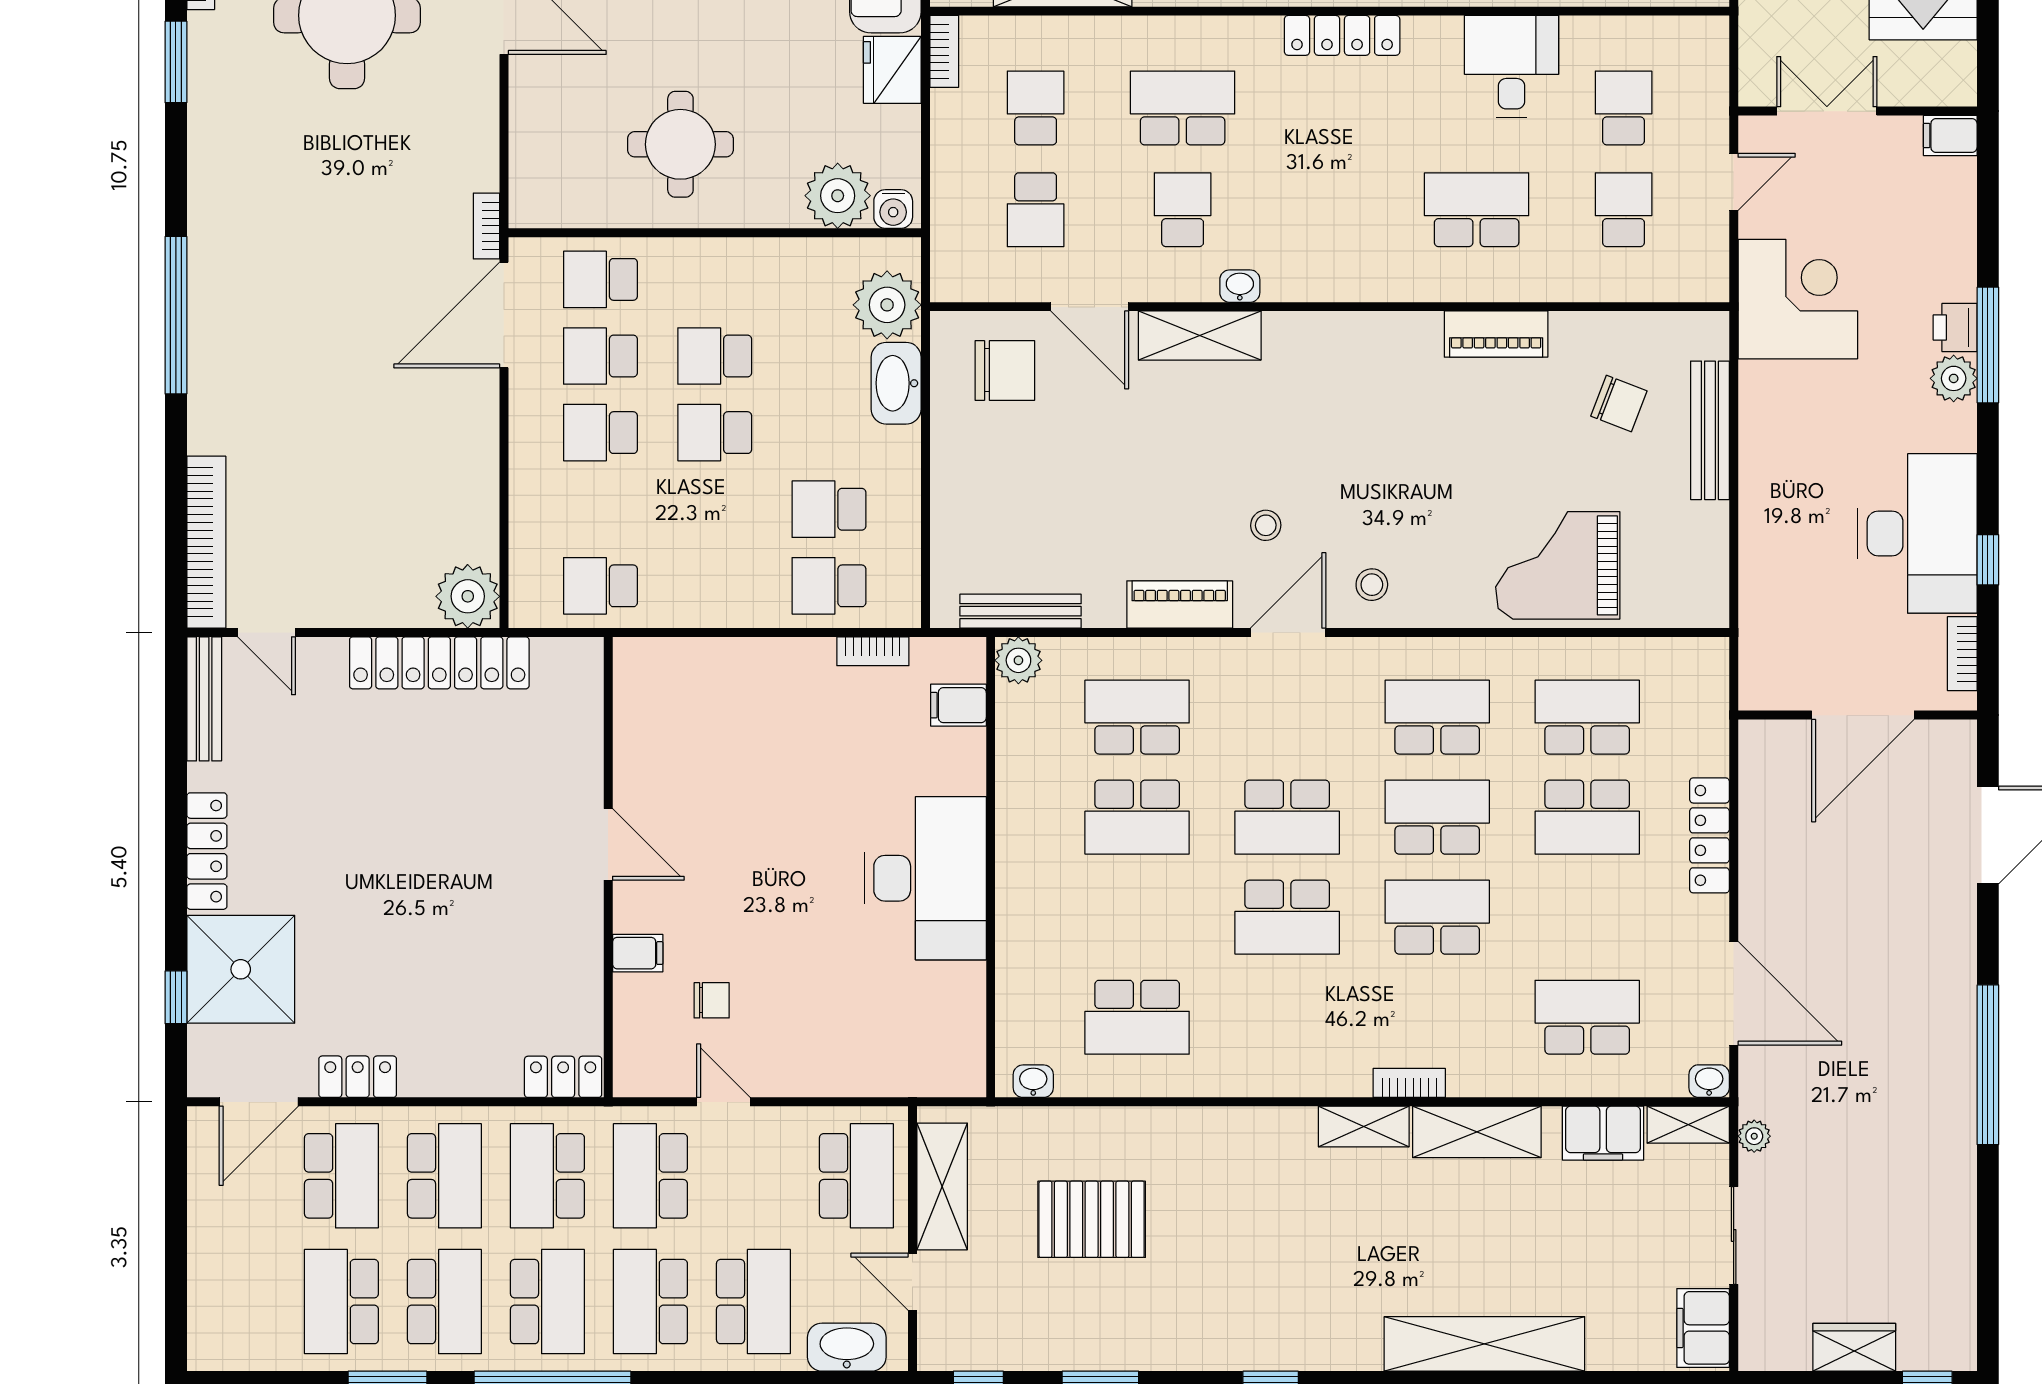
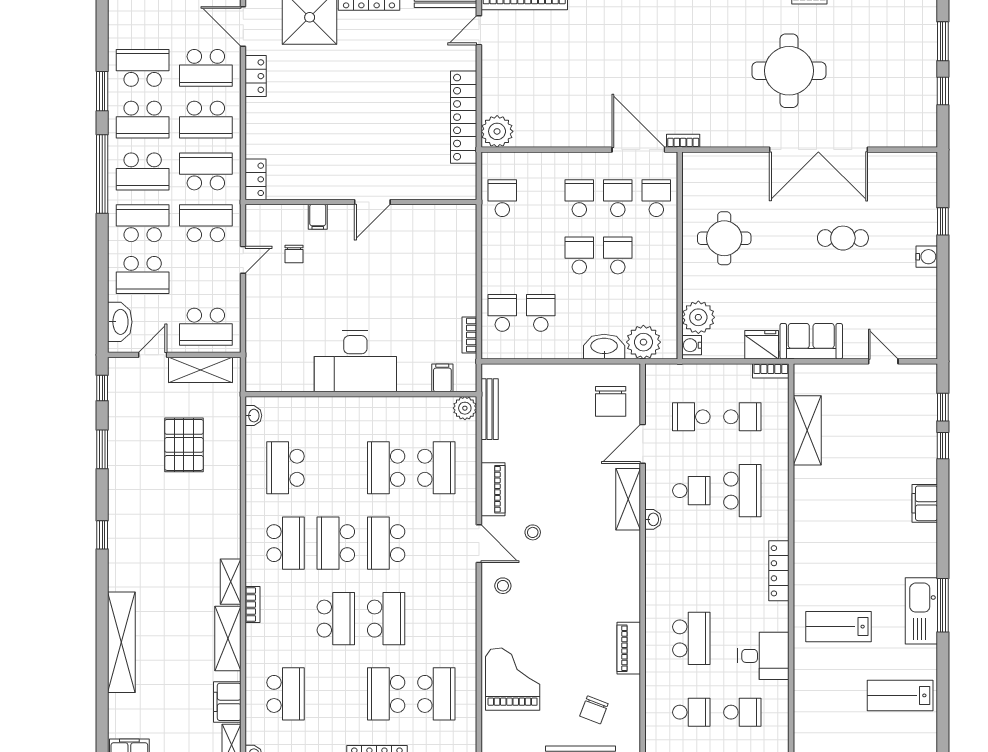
school desk: (1437, 717) -> (286, 543), moved

